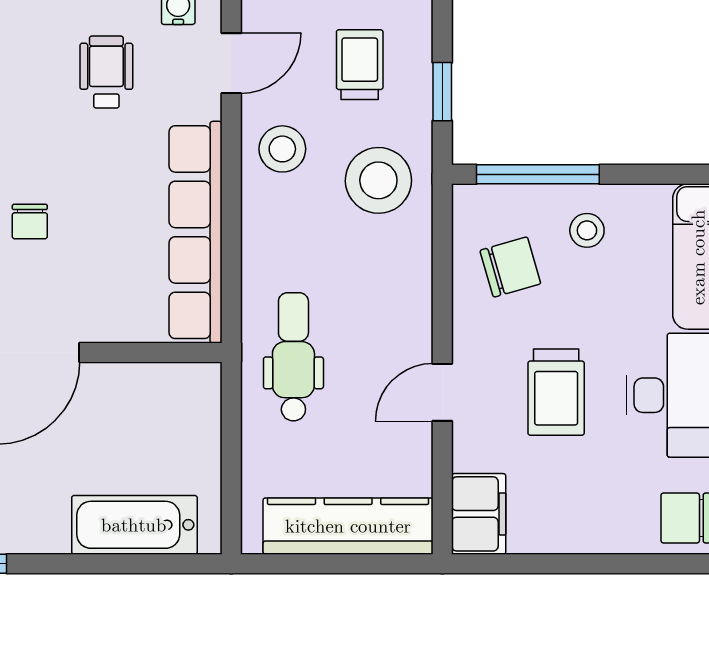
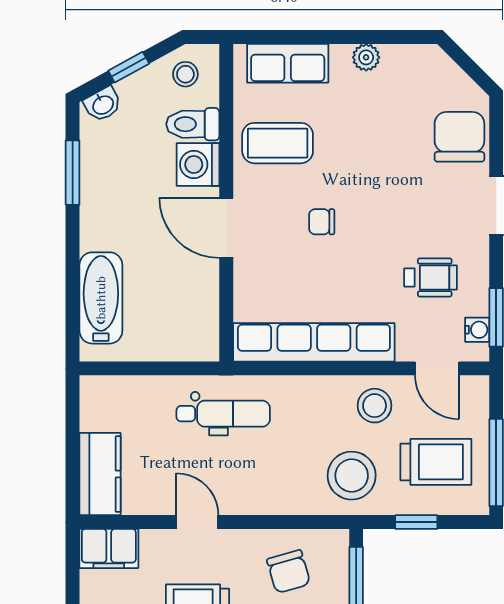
trolley: (360, 65) -> (436, 462), width x1.36, depth x1.39
kitchen counter: (348, 526) -> (100, 474), width x0.67

